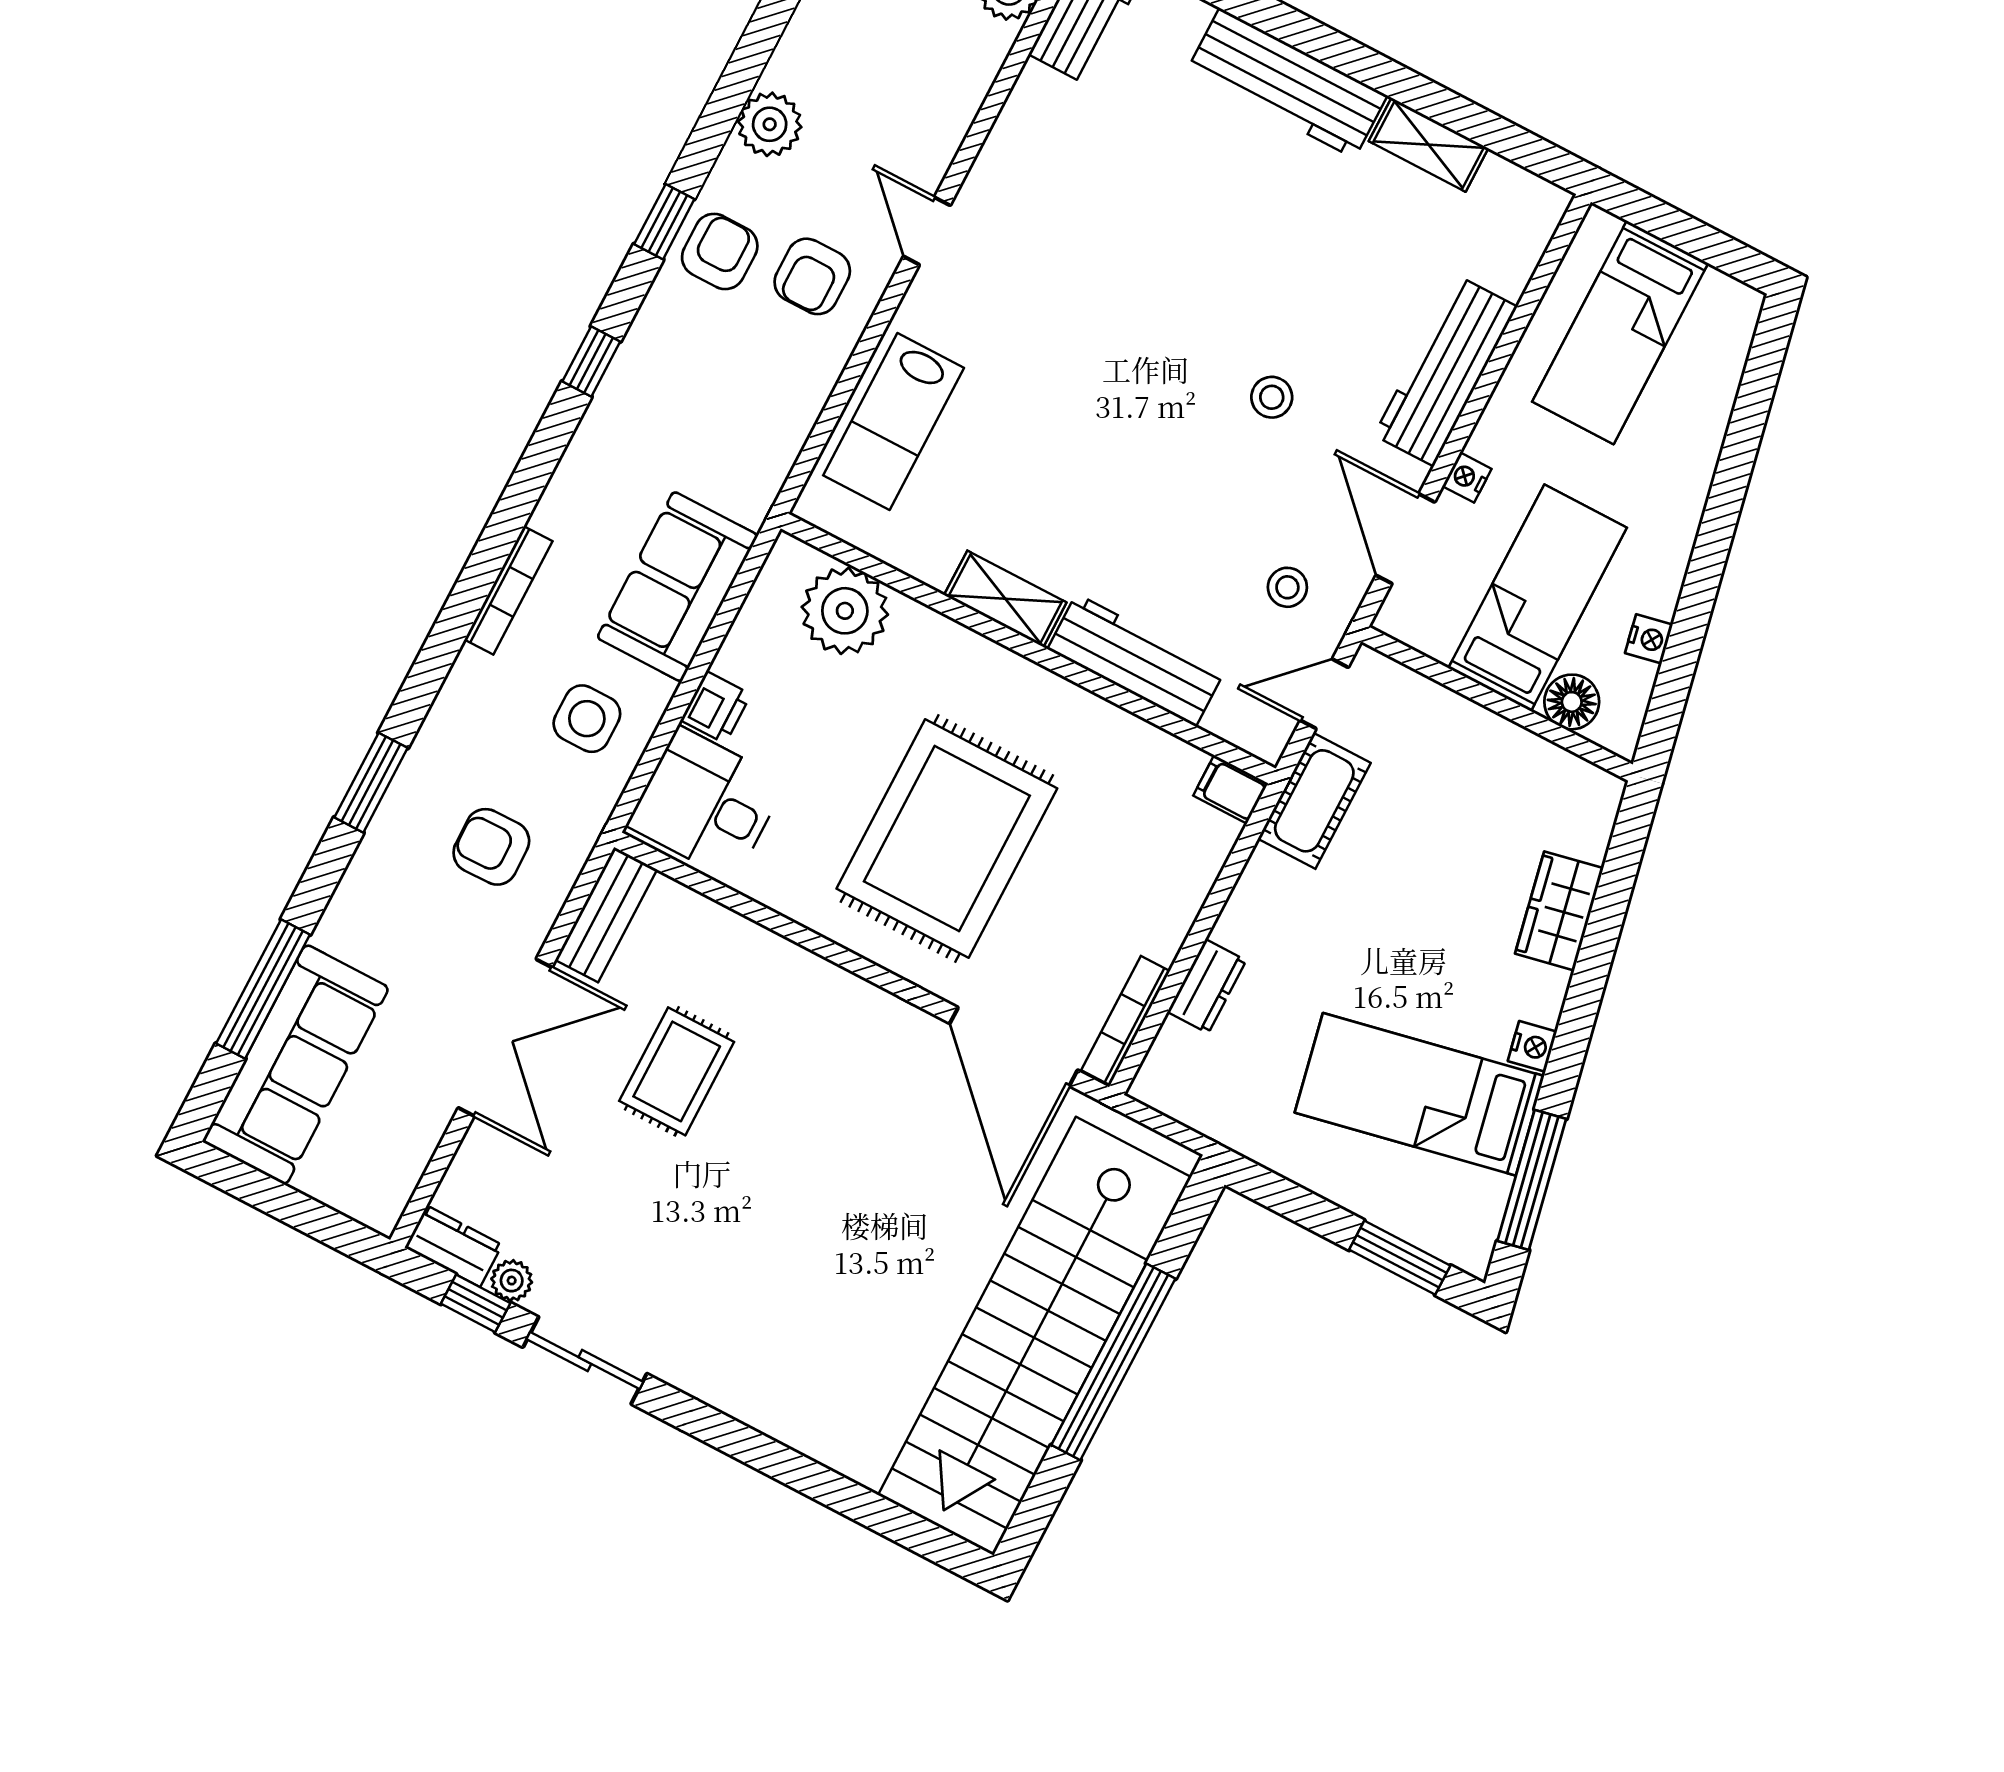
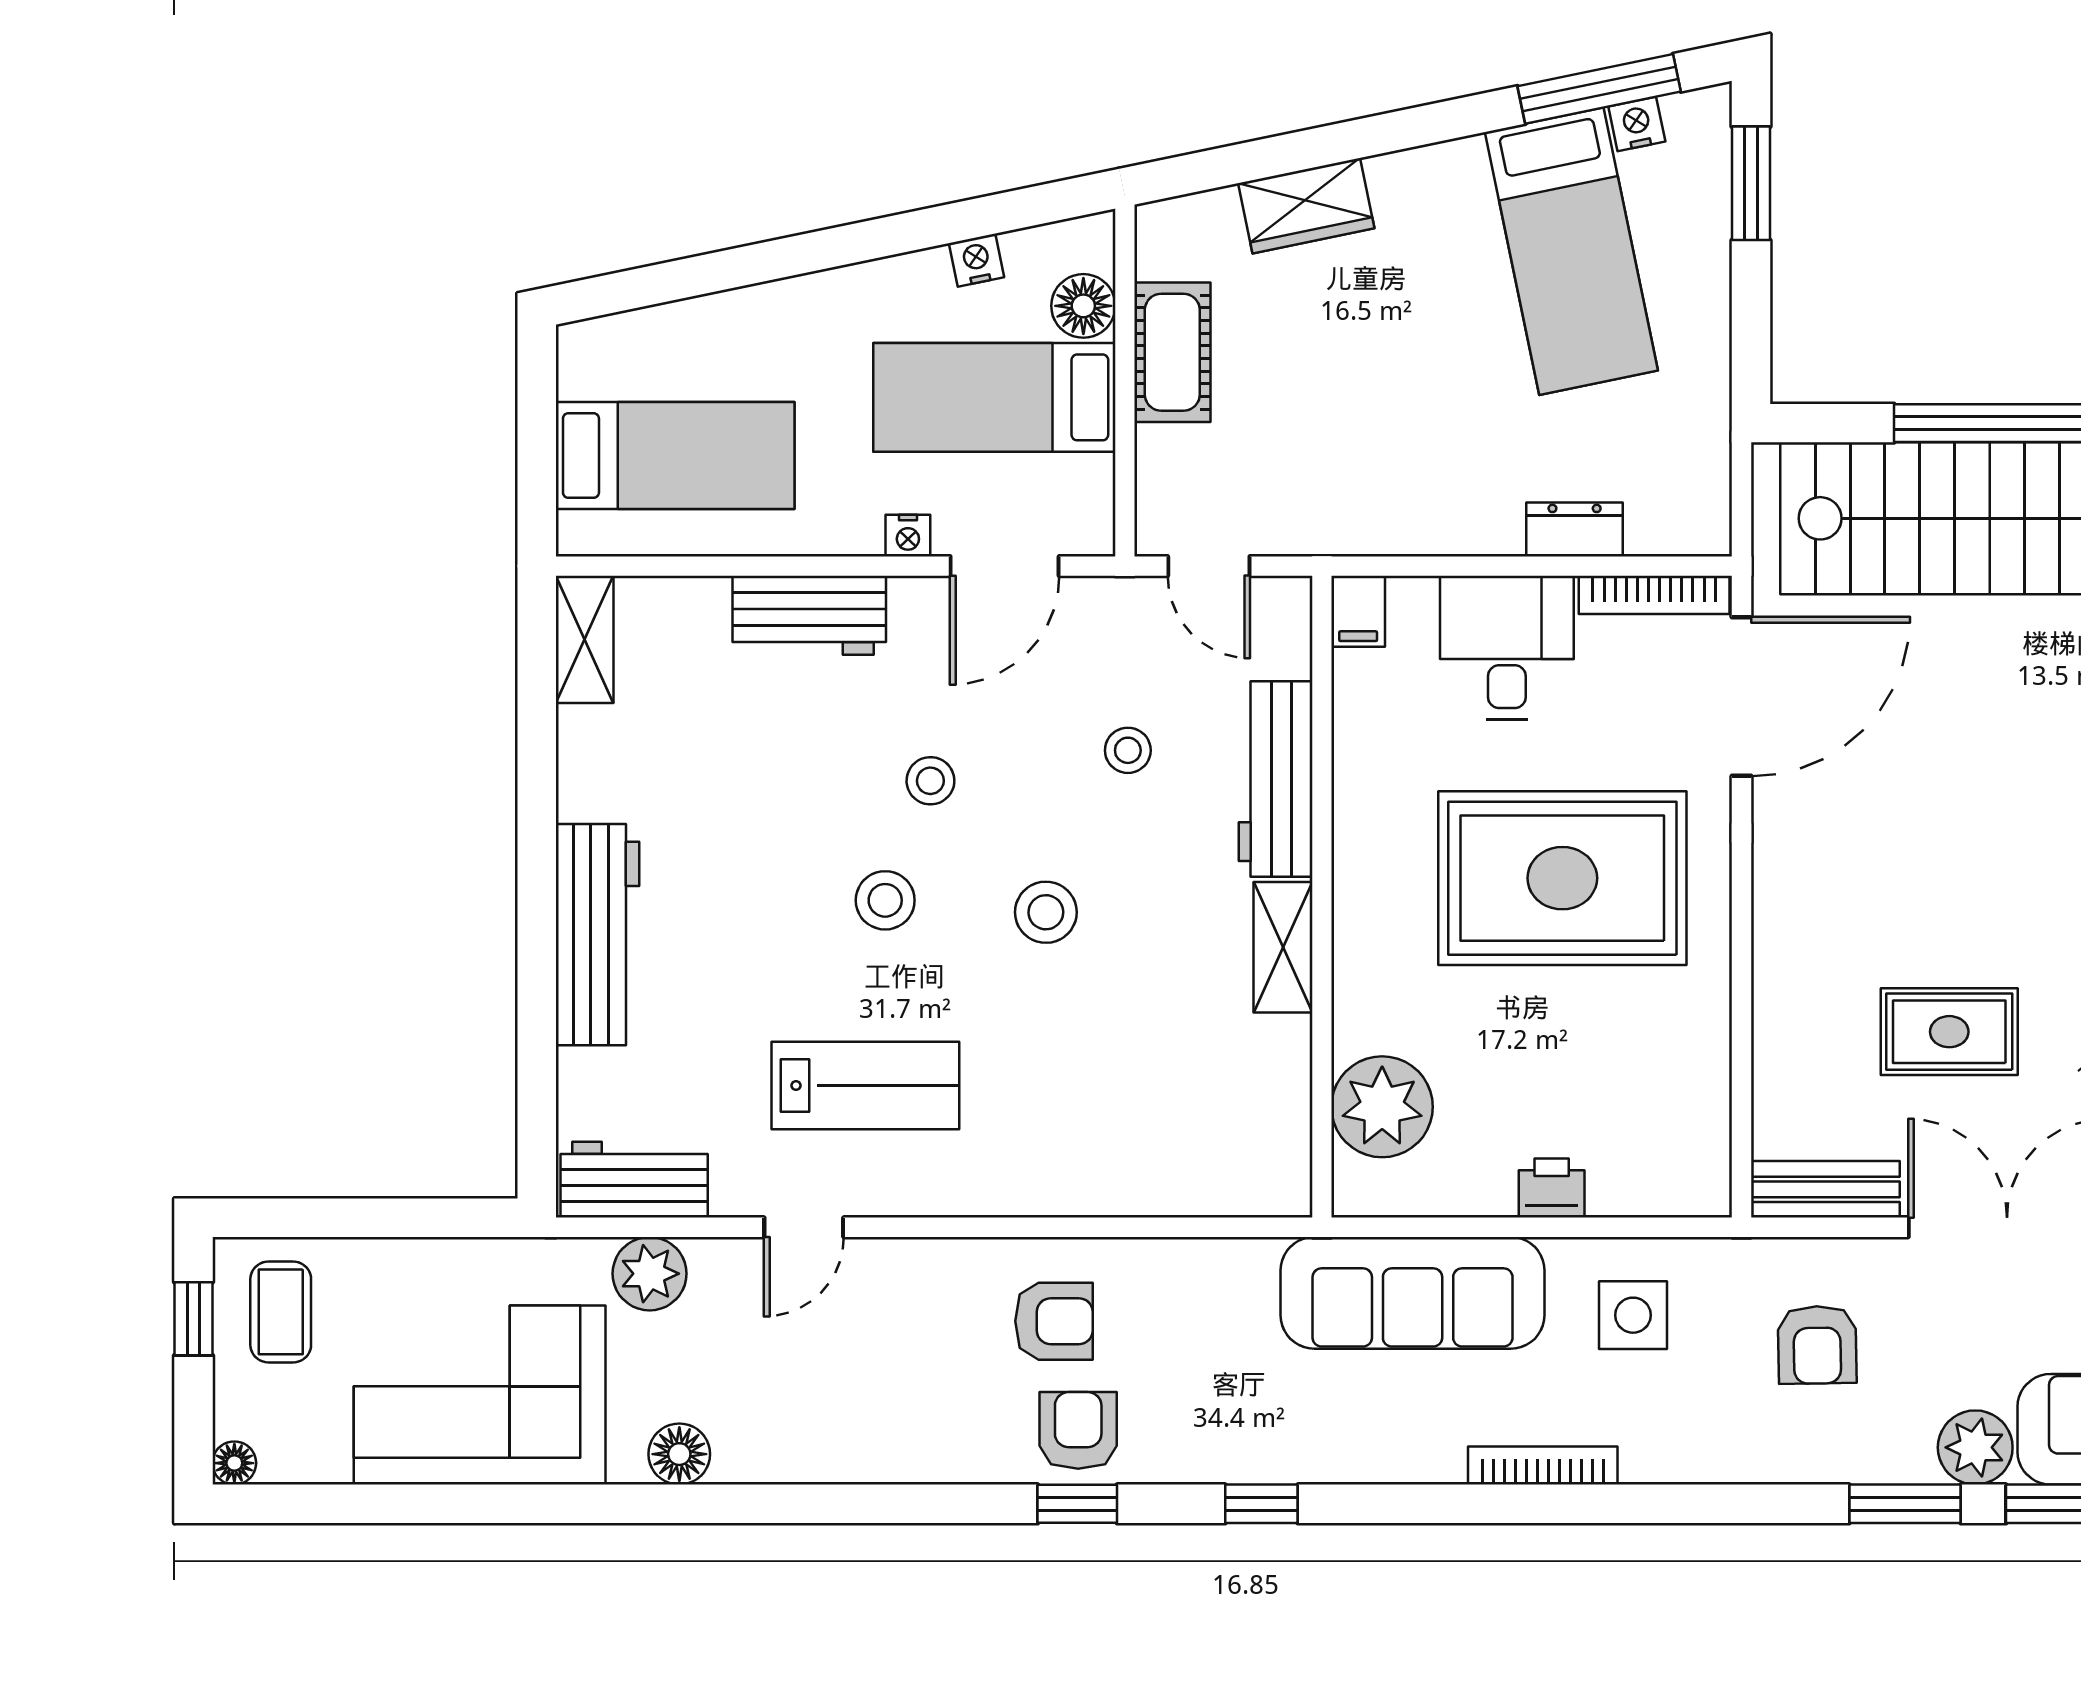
plant: (770, 124) -> (1975, 1447), moved
shelving: (1429, 145) -> (585, 639), moved
door: (927, 231) -> (804, 1227), moved
armchair: (720, 251) -> (1078, 1430), turned 90
stool: (1199, 315) -> (885, 900), added
workbench: (1446, 371) -> (809, 615), width x0.73
lab bench: (894, 422) -> (865, 1086), moved
stool: (1126, 433) -> (1046, 912), added
sofa: (678, 587) -> (1413, 1293), width x1.36
stool: (1287, 587) -> (1128, 750), moved
window: (371, 783) -> (1905, 1504), moved
cot: (1314, 801) -> (1172, 352), moved, turned 90
desk: (706, 804) -> (1507, 648), moved, turned 180
nightstand: (1532, 1046) -> (1637, 124), moved

